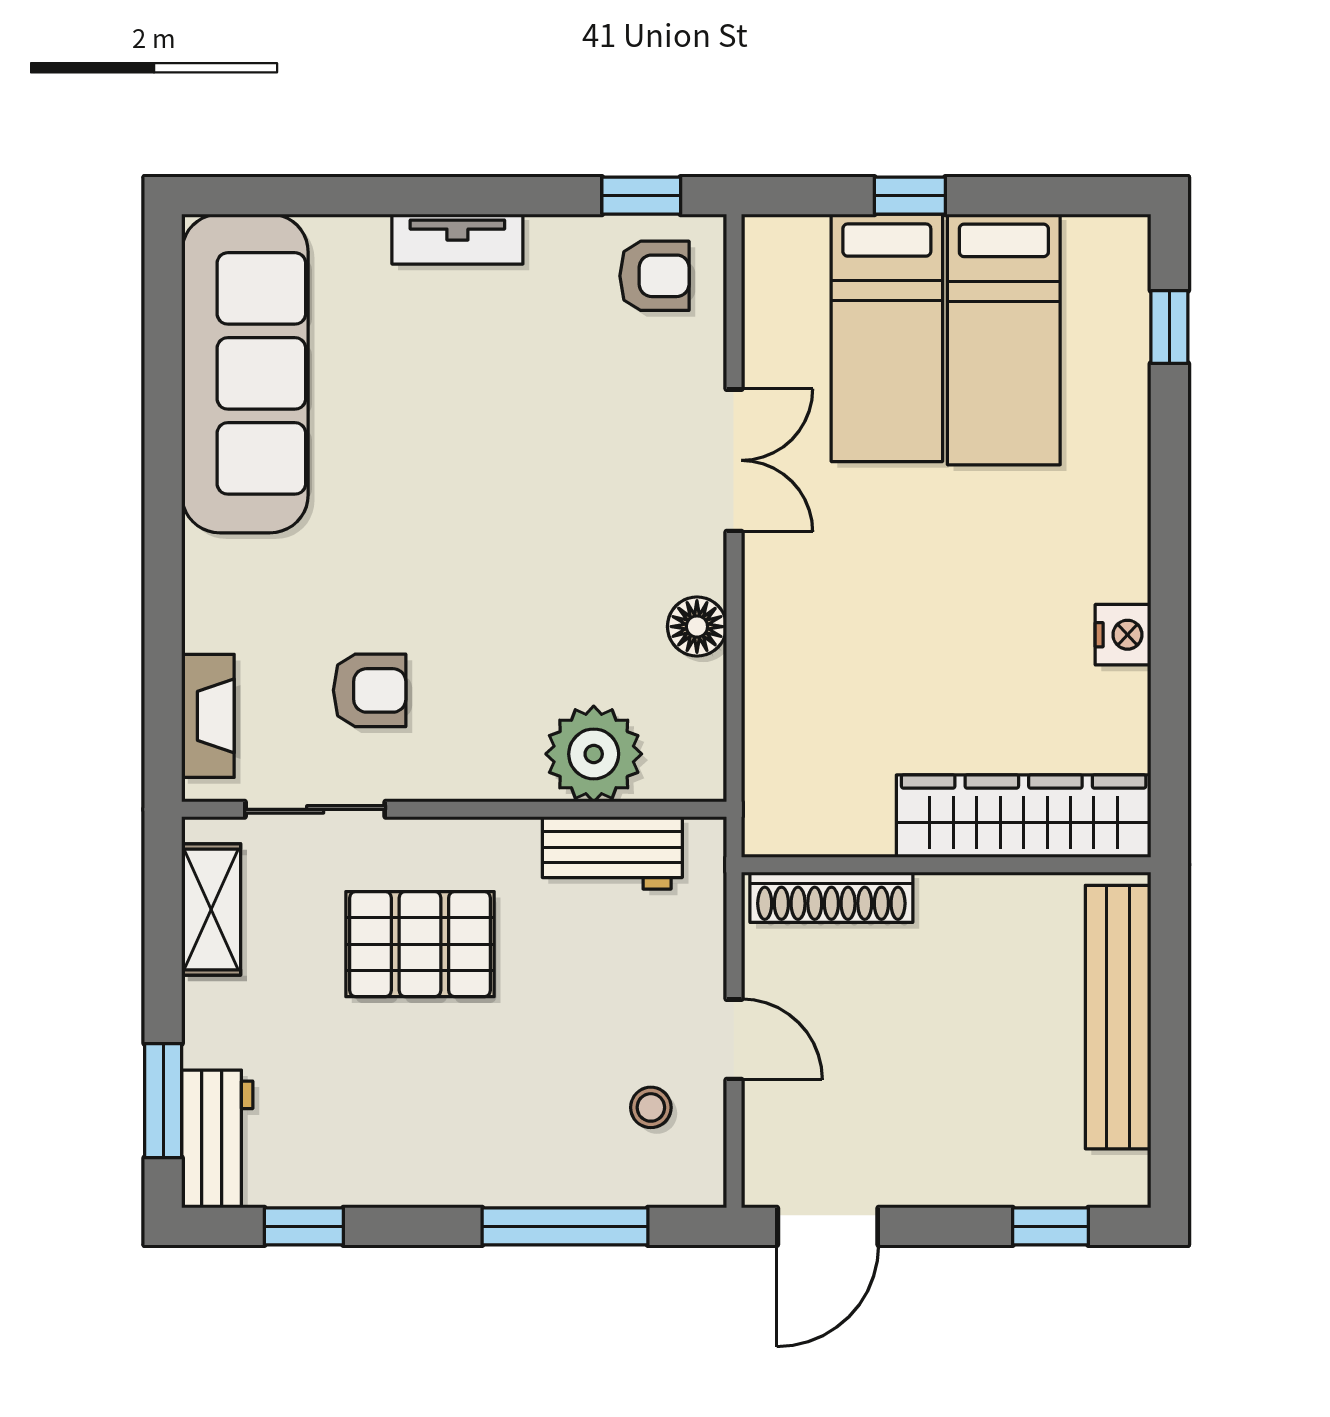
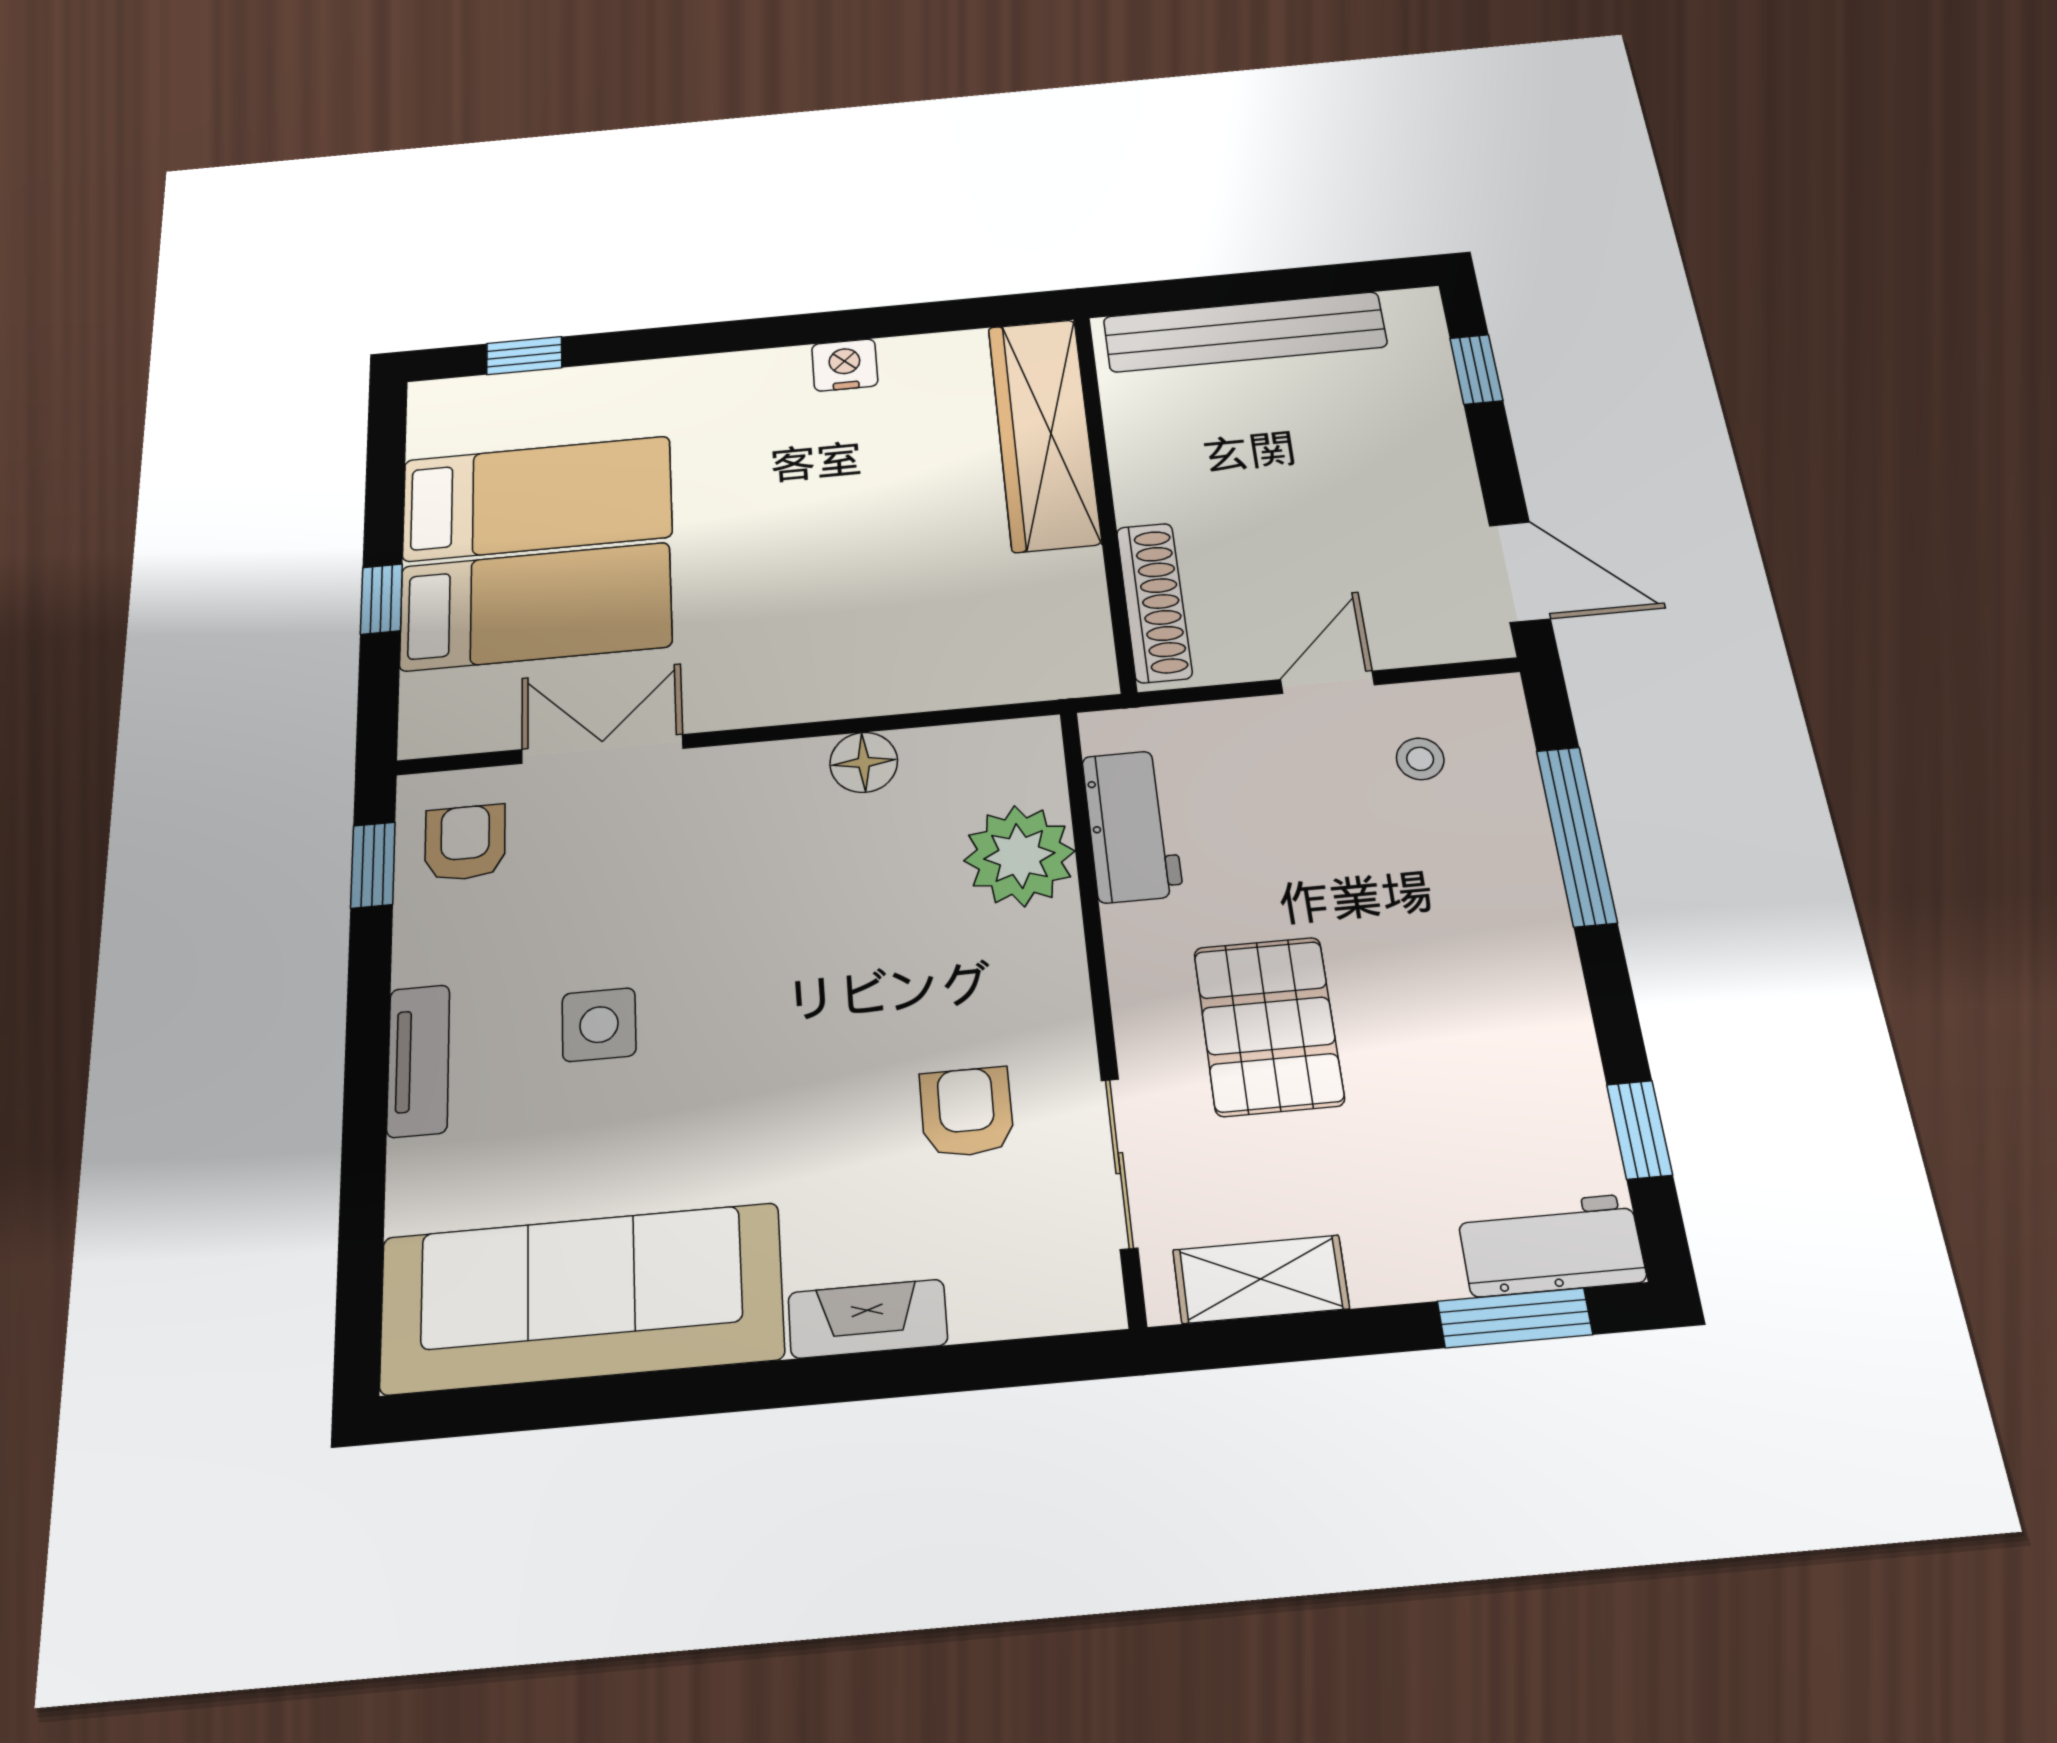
side table: (475, 390) -> (599, 1025), added
double door: (734, 460) -> (602, 749), moved
fireplace: (208, 716) -> (868, 1319), moved

